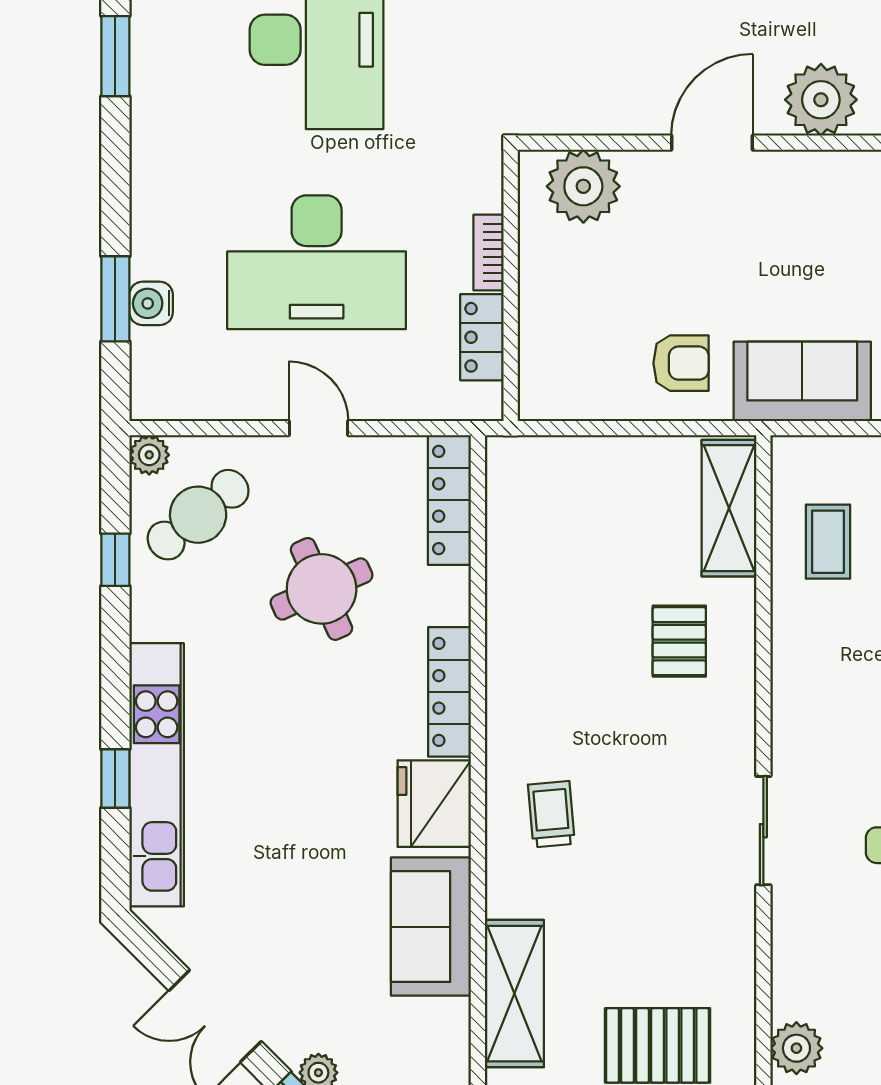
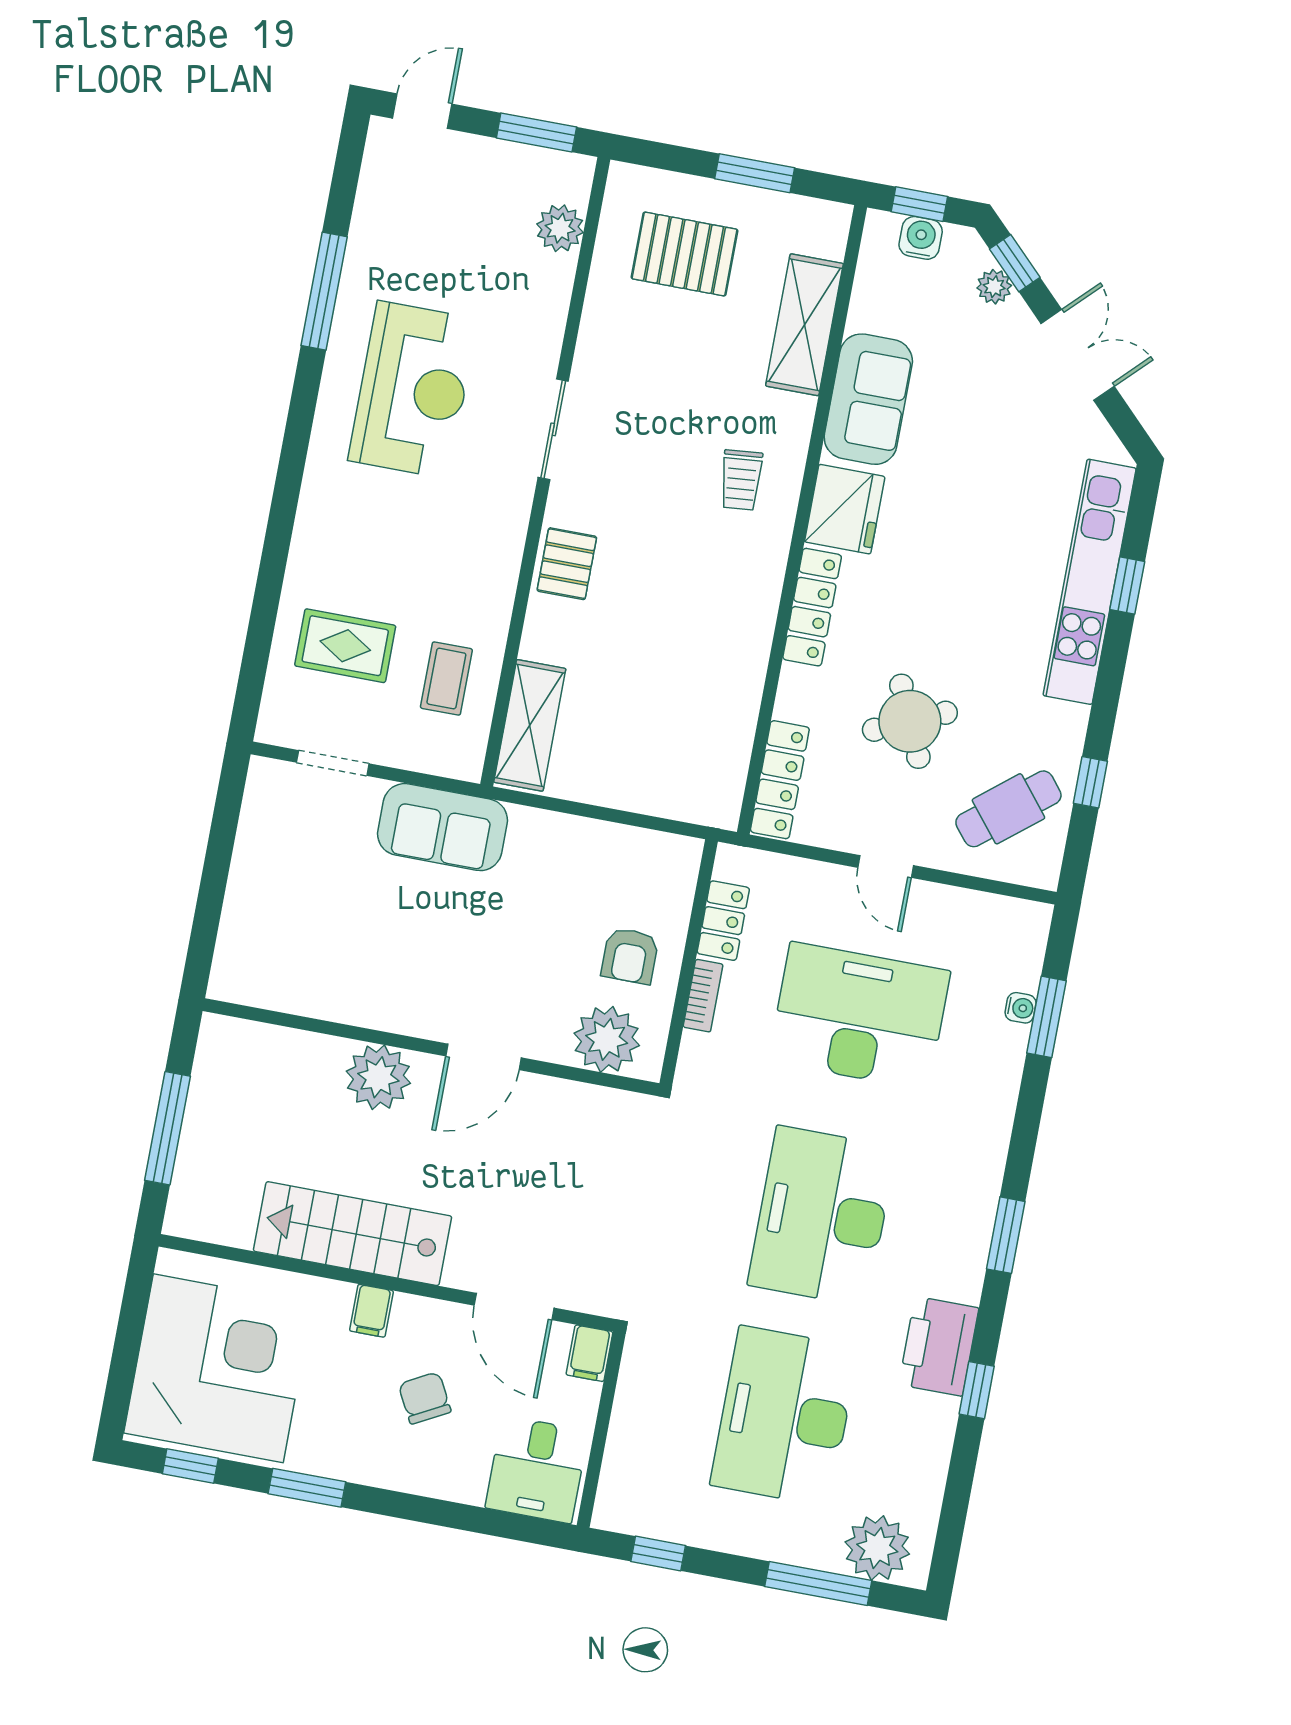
water cooler: (151, 303) -> (1021, 1008), width x0.72, depth x0.72
armchair: (681, 363) -> (630, 956), moved, turned -90
plant: (149, 455) -> (1042, 871), removed
pallet: (679, 641) -> (567, 564), moved

